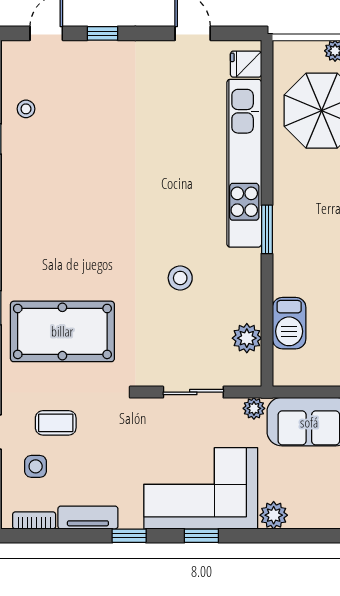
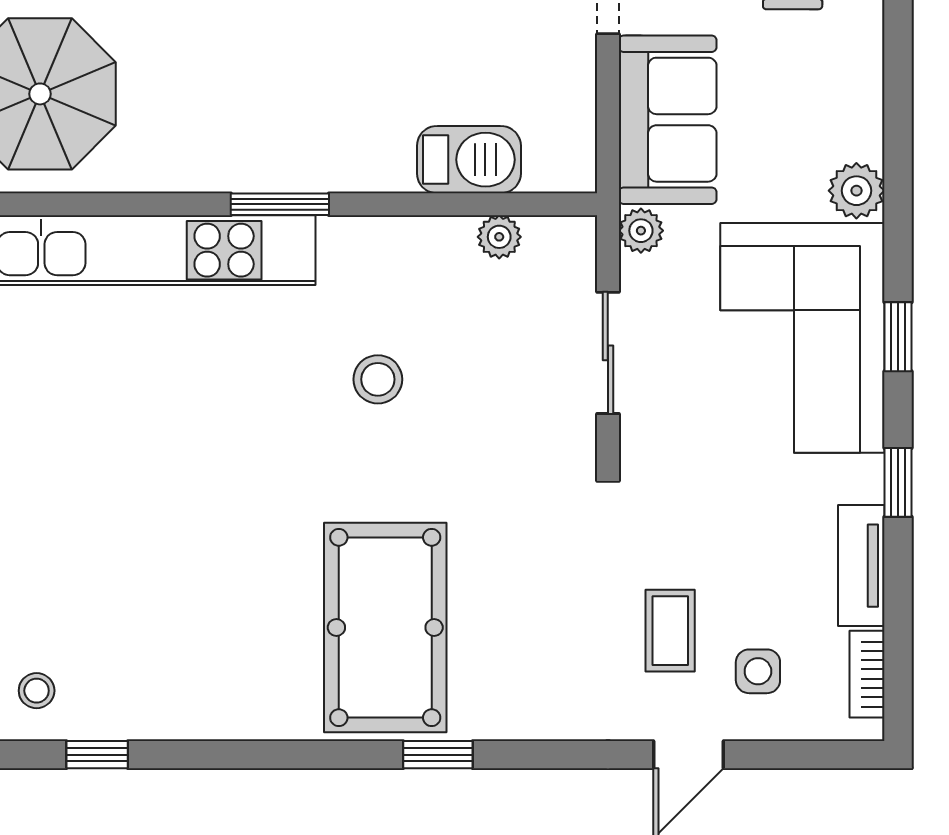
pool table: (62, 331) -> (385, 627), moved
plant: (247, 338) -> (499, 237), width x0.73, depth x0.73

